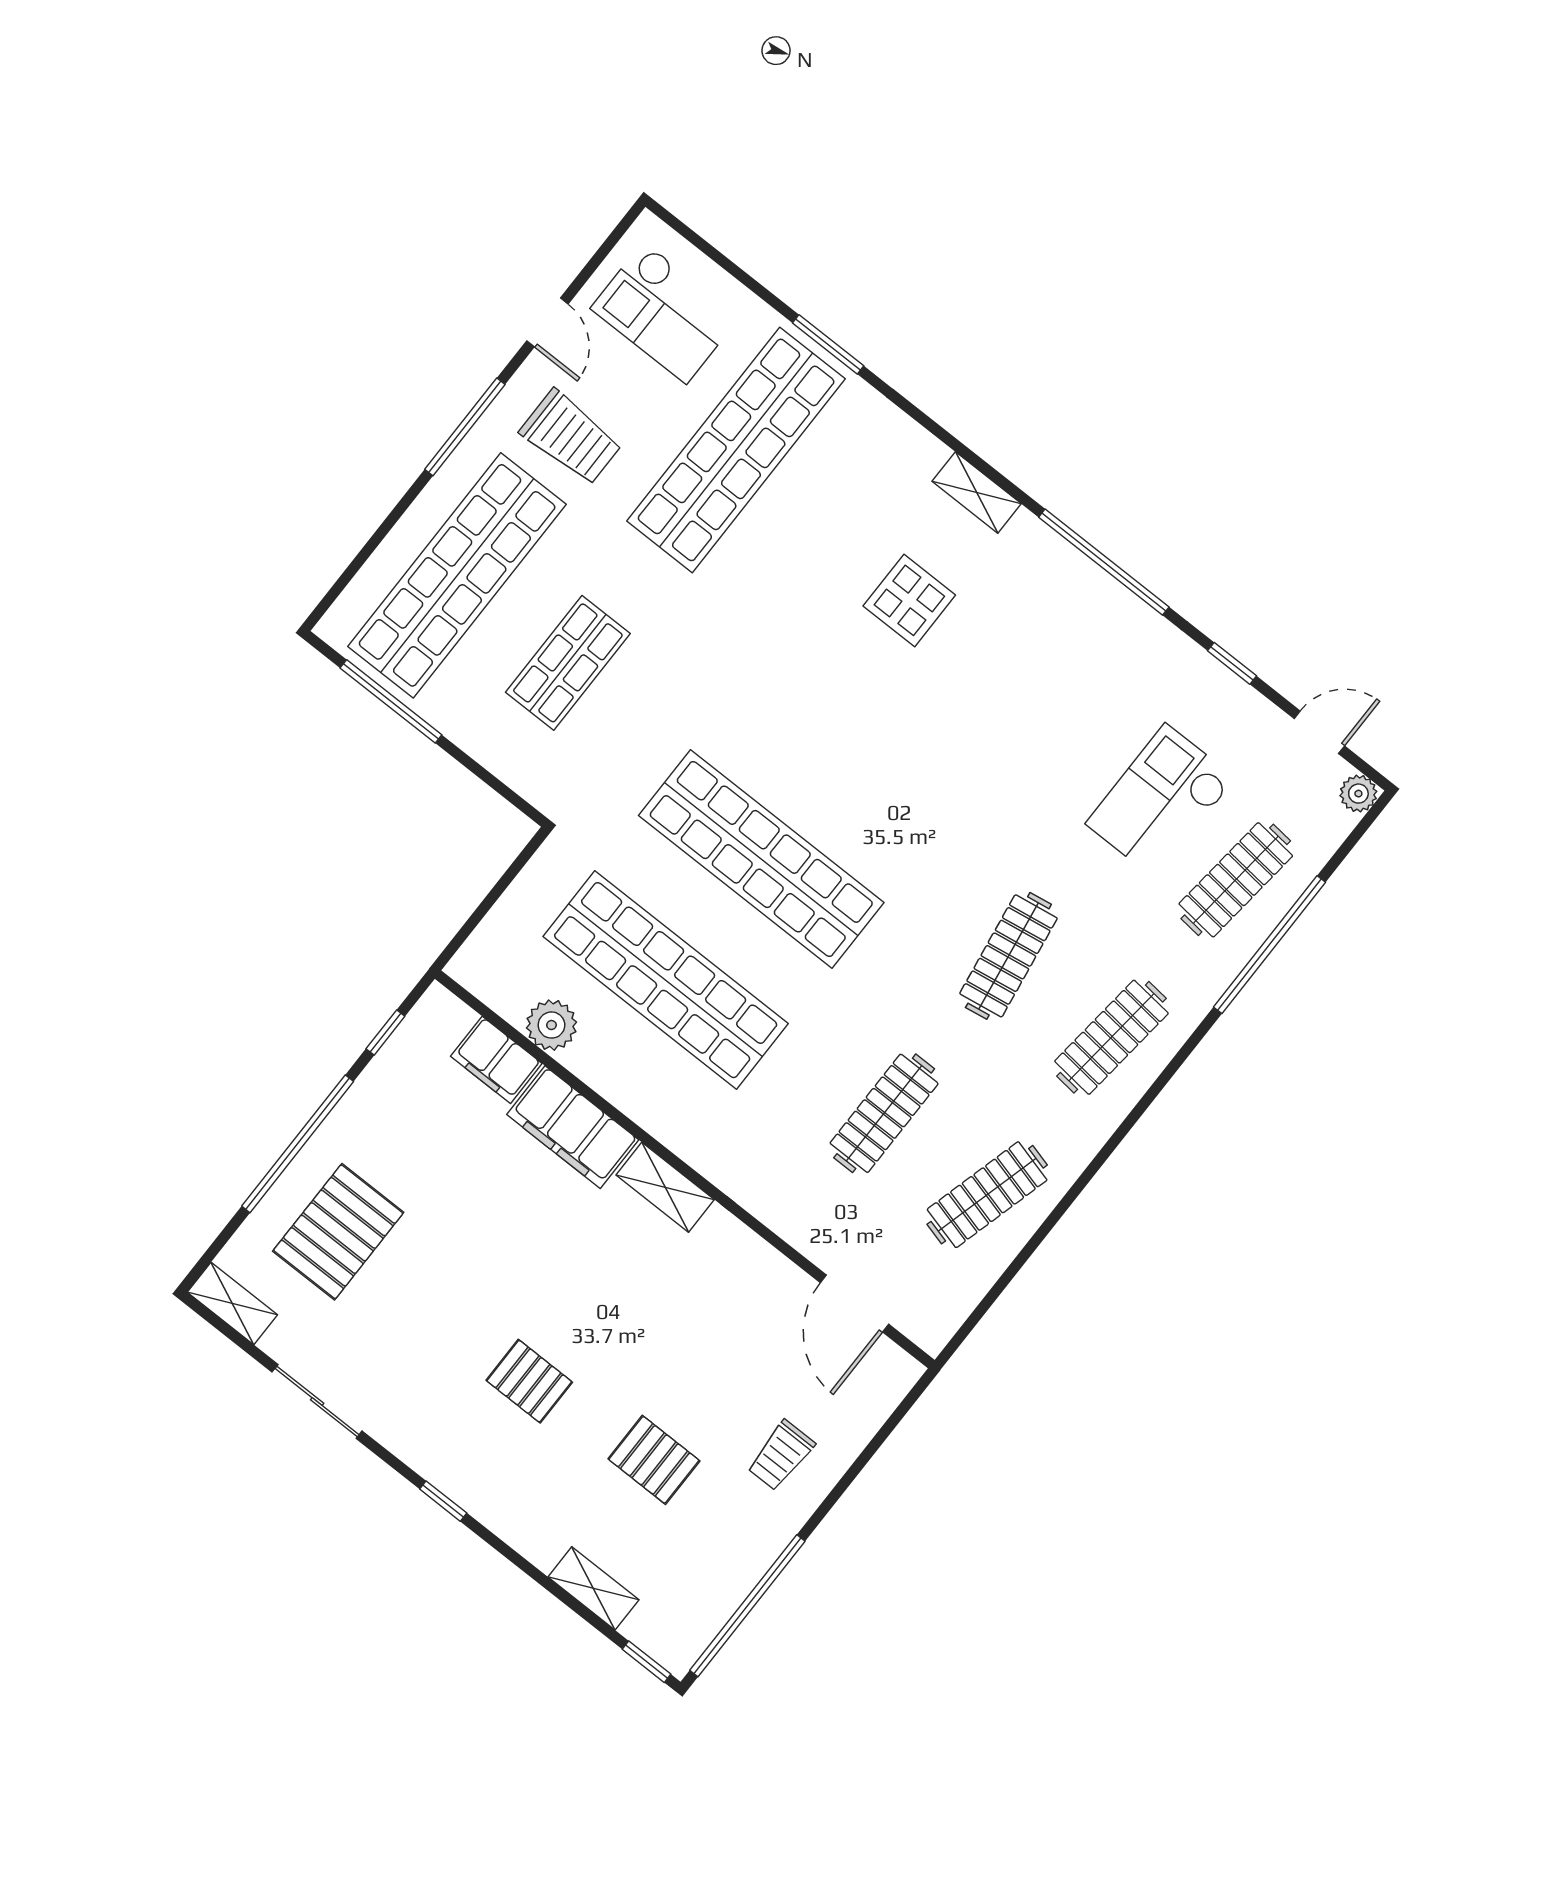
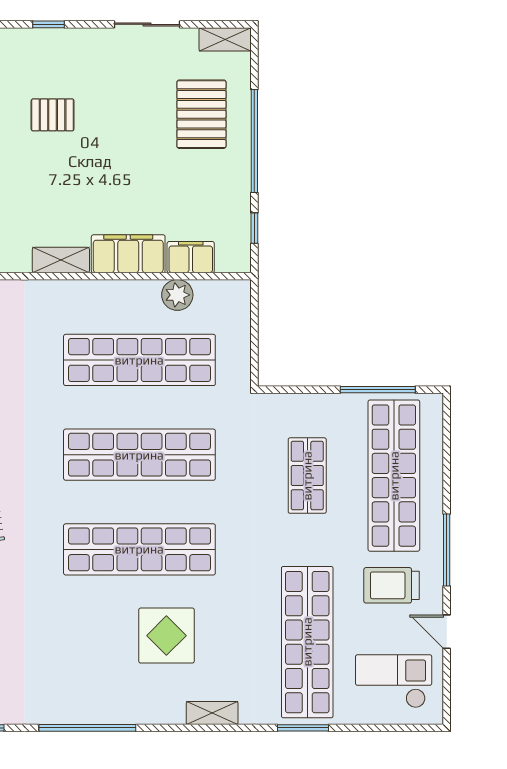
shelving: (977, 492) -> (212, 713), moved
display table: (909, 600) -> (166, 636), width x1.36, depth x1.36
shop shelf: (857, 738) -> (139, 549), added

